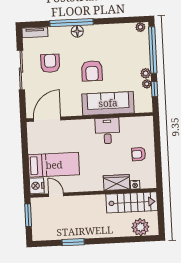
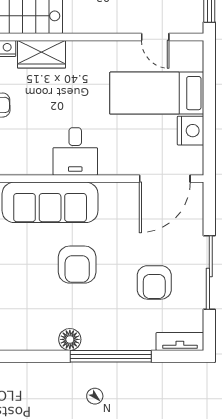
floor lamp: (77, 31) -> (70, 339), moved
armchair: (92, 71) -> (77, 265), turned 180
desk: (107, 131) -> (75, 151), moved
nightstand: (37, 186) -> (191, 131), moved

